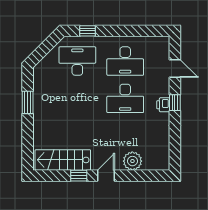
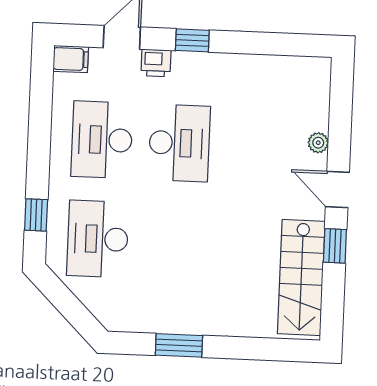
filing cabinet: (163, 44) -> (71, 59), added
desk: (125, 61) -> (102, 140), turned 180
printer: (163, 105) -> (156, 63), moved
plant: (132, 161) -> (318, 143), width x0.53, depth x0.53

